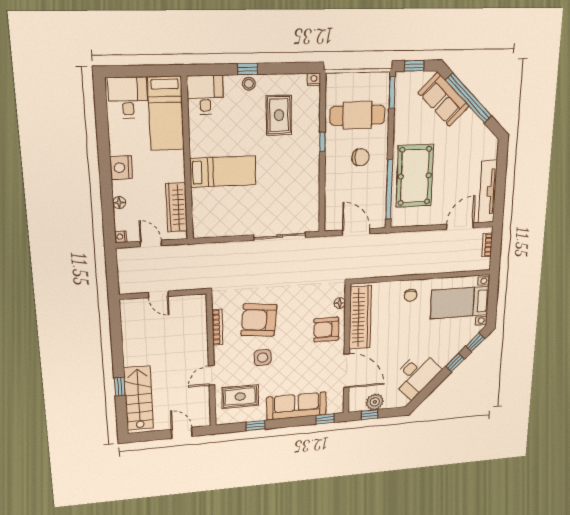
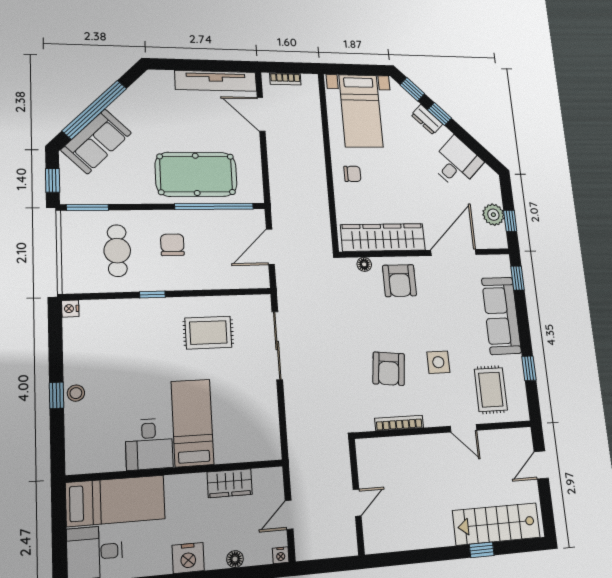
desk: (205, 95) -> (149, 444), moved, turned -90
rug: (279, 115) -> (208, 333), moved
cafe table: (357, 115) -> (117, 251), width x0.73, depth x0.74
wardrobe: (177, 207) -> (230, 483), width x0.67
armchair: (259, 320) -> (389, 369), width x0.73, depth x0.73
dresser: (451, 353) -> (427, 119), added
desk: (416, 375) -> (456, 163), width x0.73

